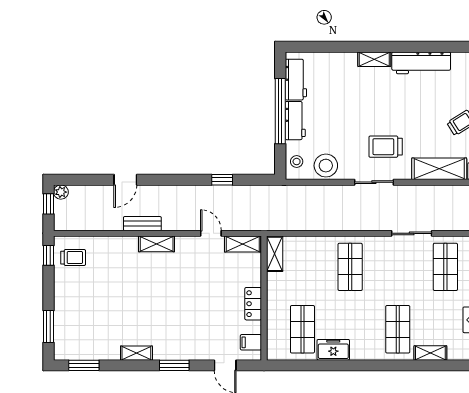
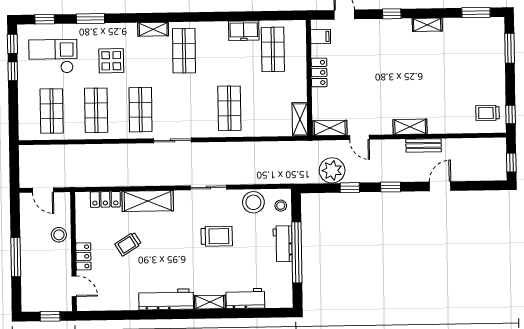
workbench: (296, 80) -> (245, 299), moved, turned 90
trolley: (386, 147) -> (217, 236), moved
window: (178, 180) -> (391, 187), added
plant: (61, 192) -> (332, 170), moved, width x1.87, depth x1.87
window: (174, 365) -> (392, 14), width x0.67

